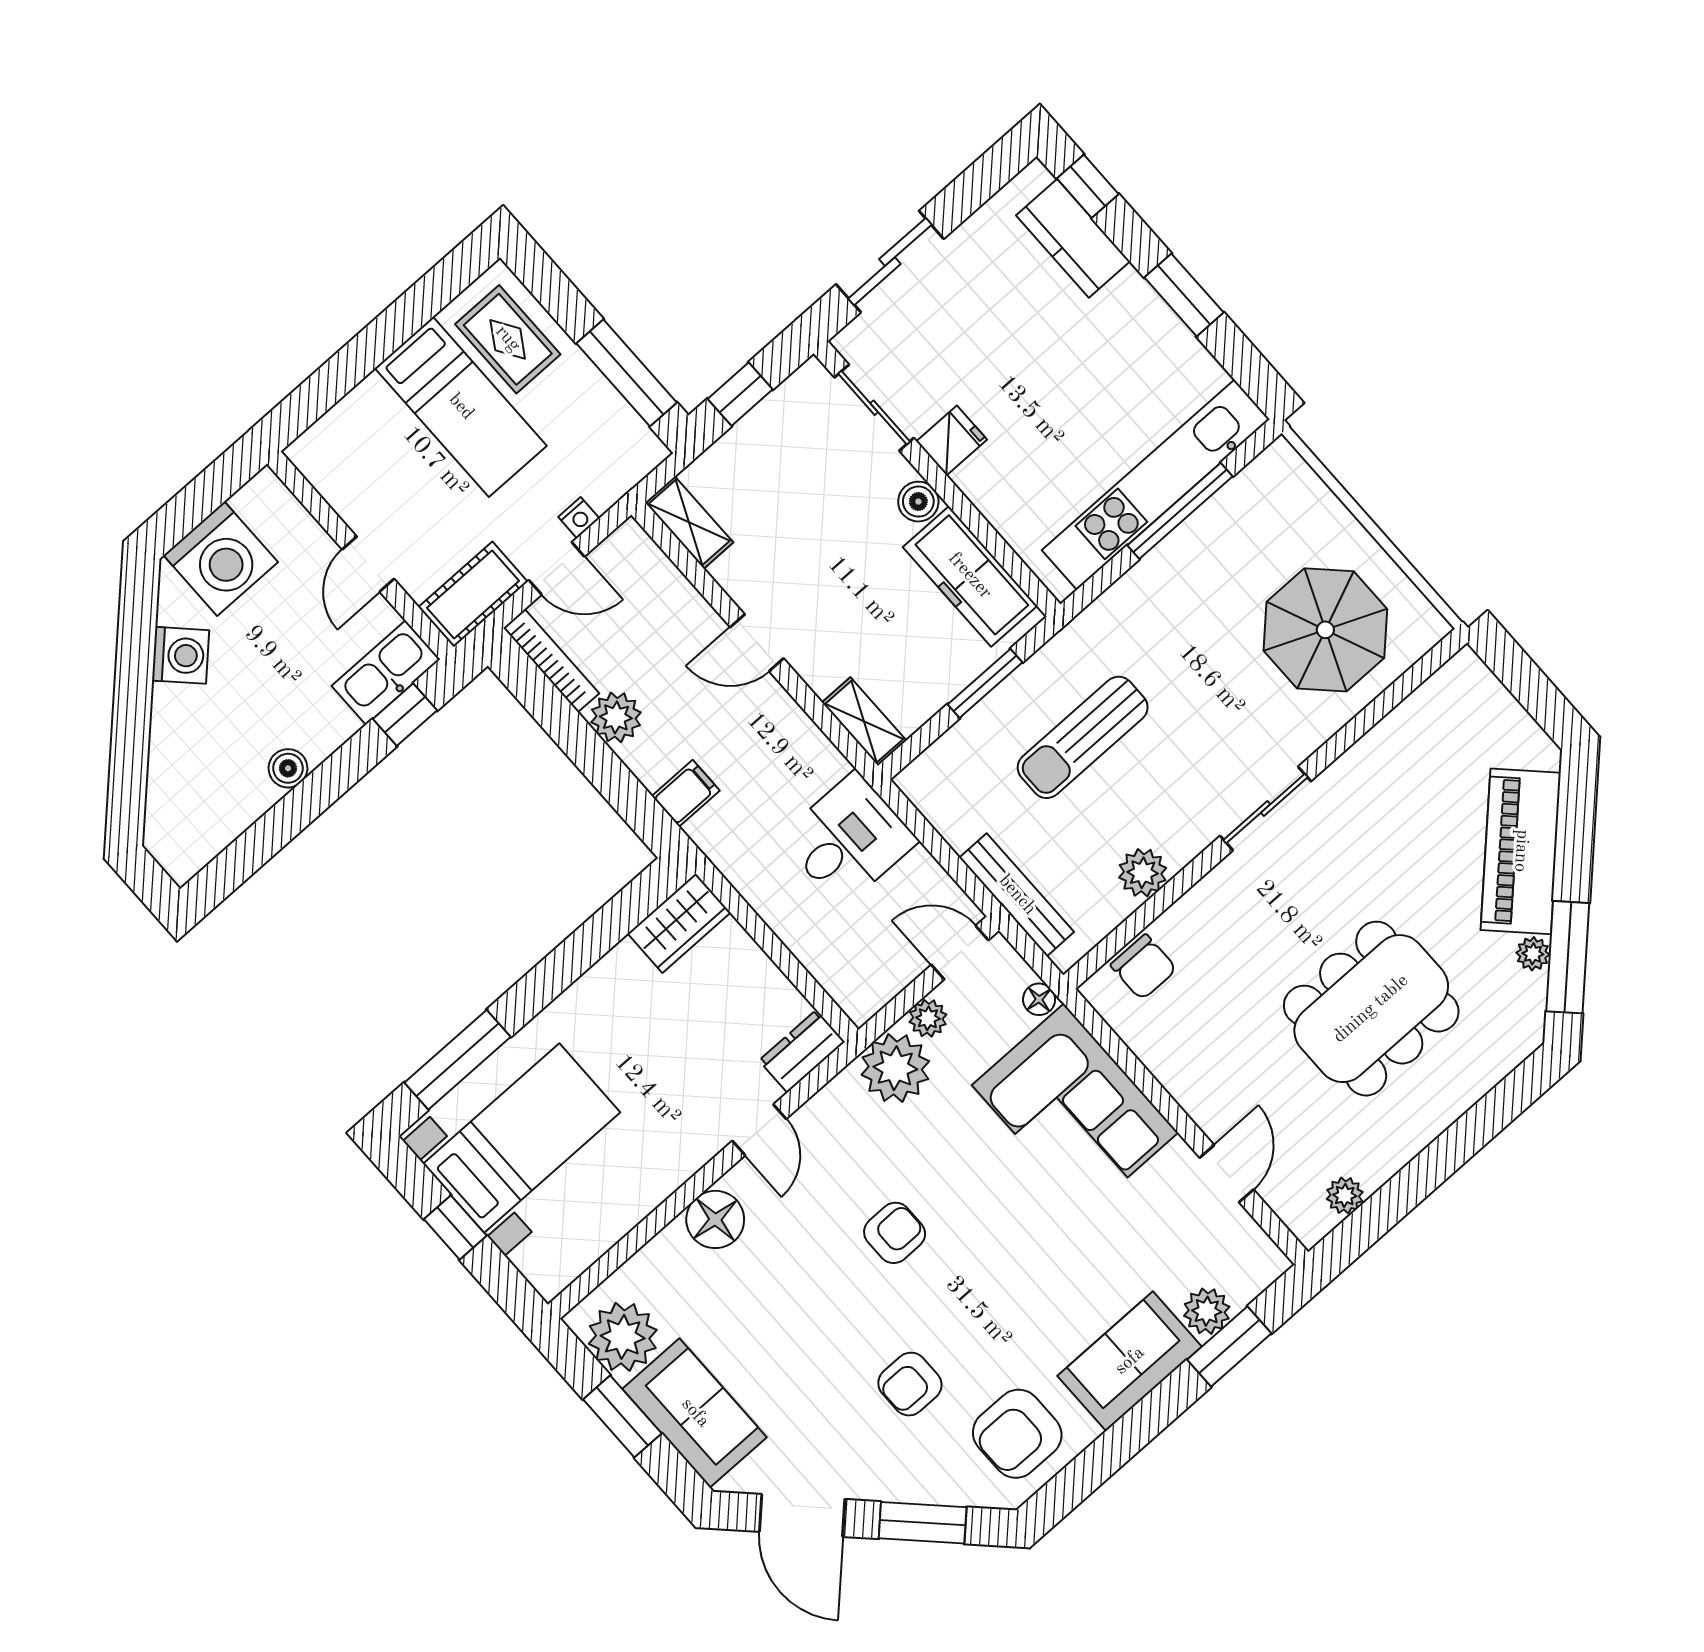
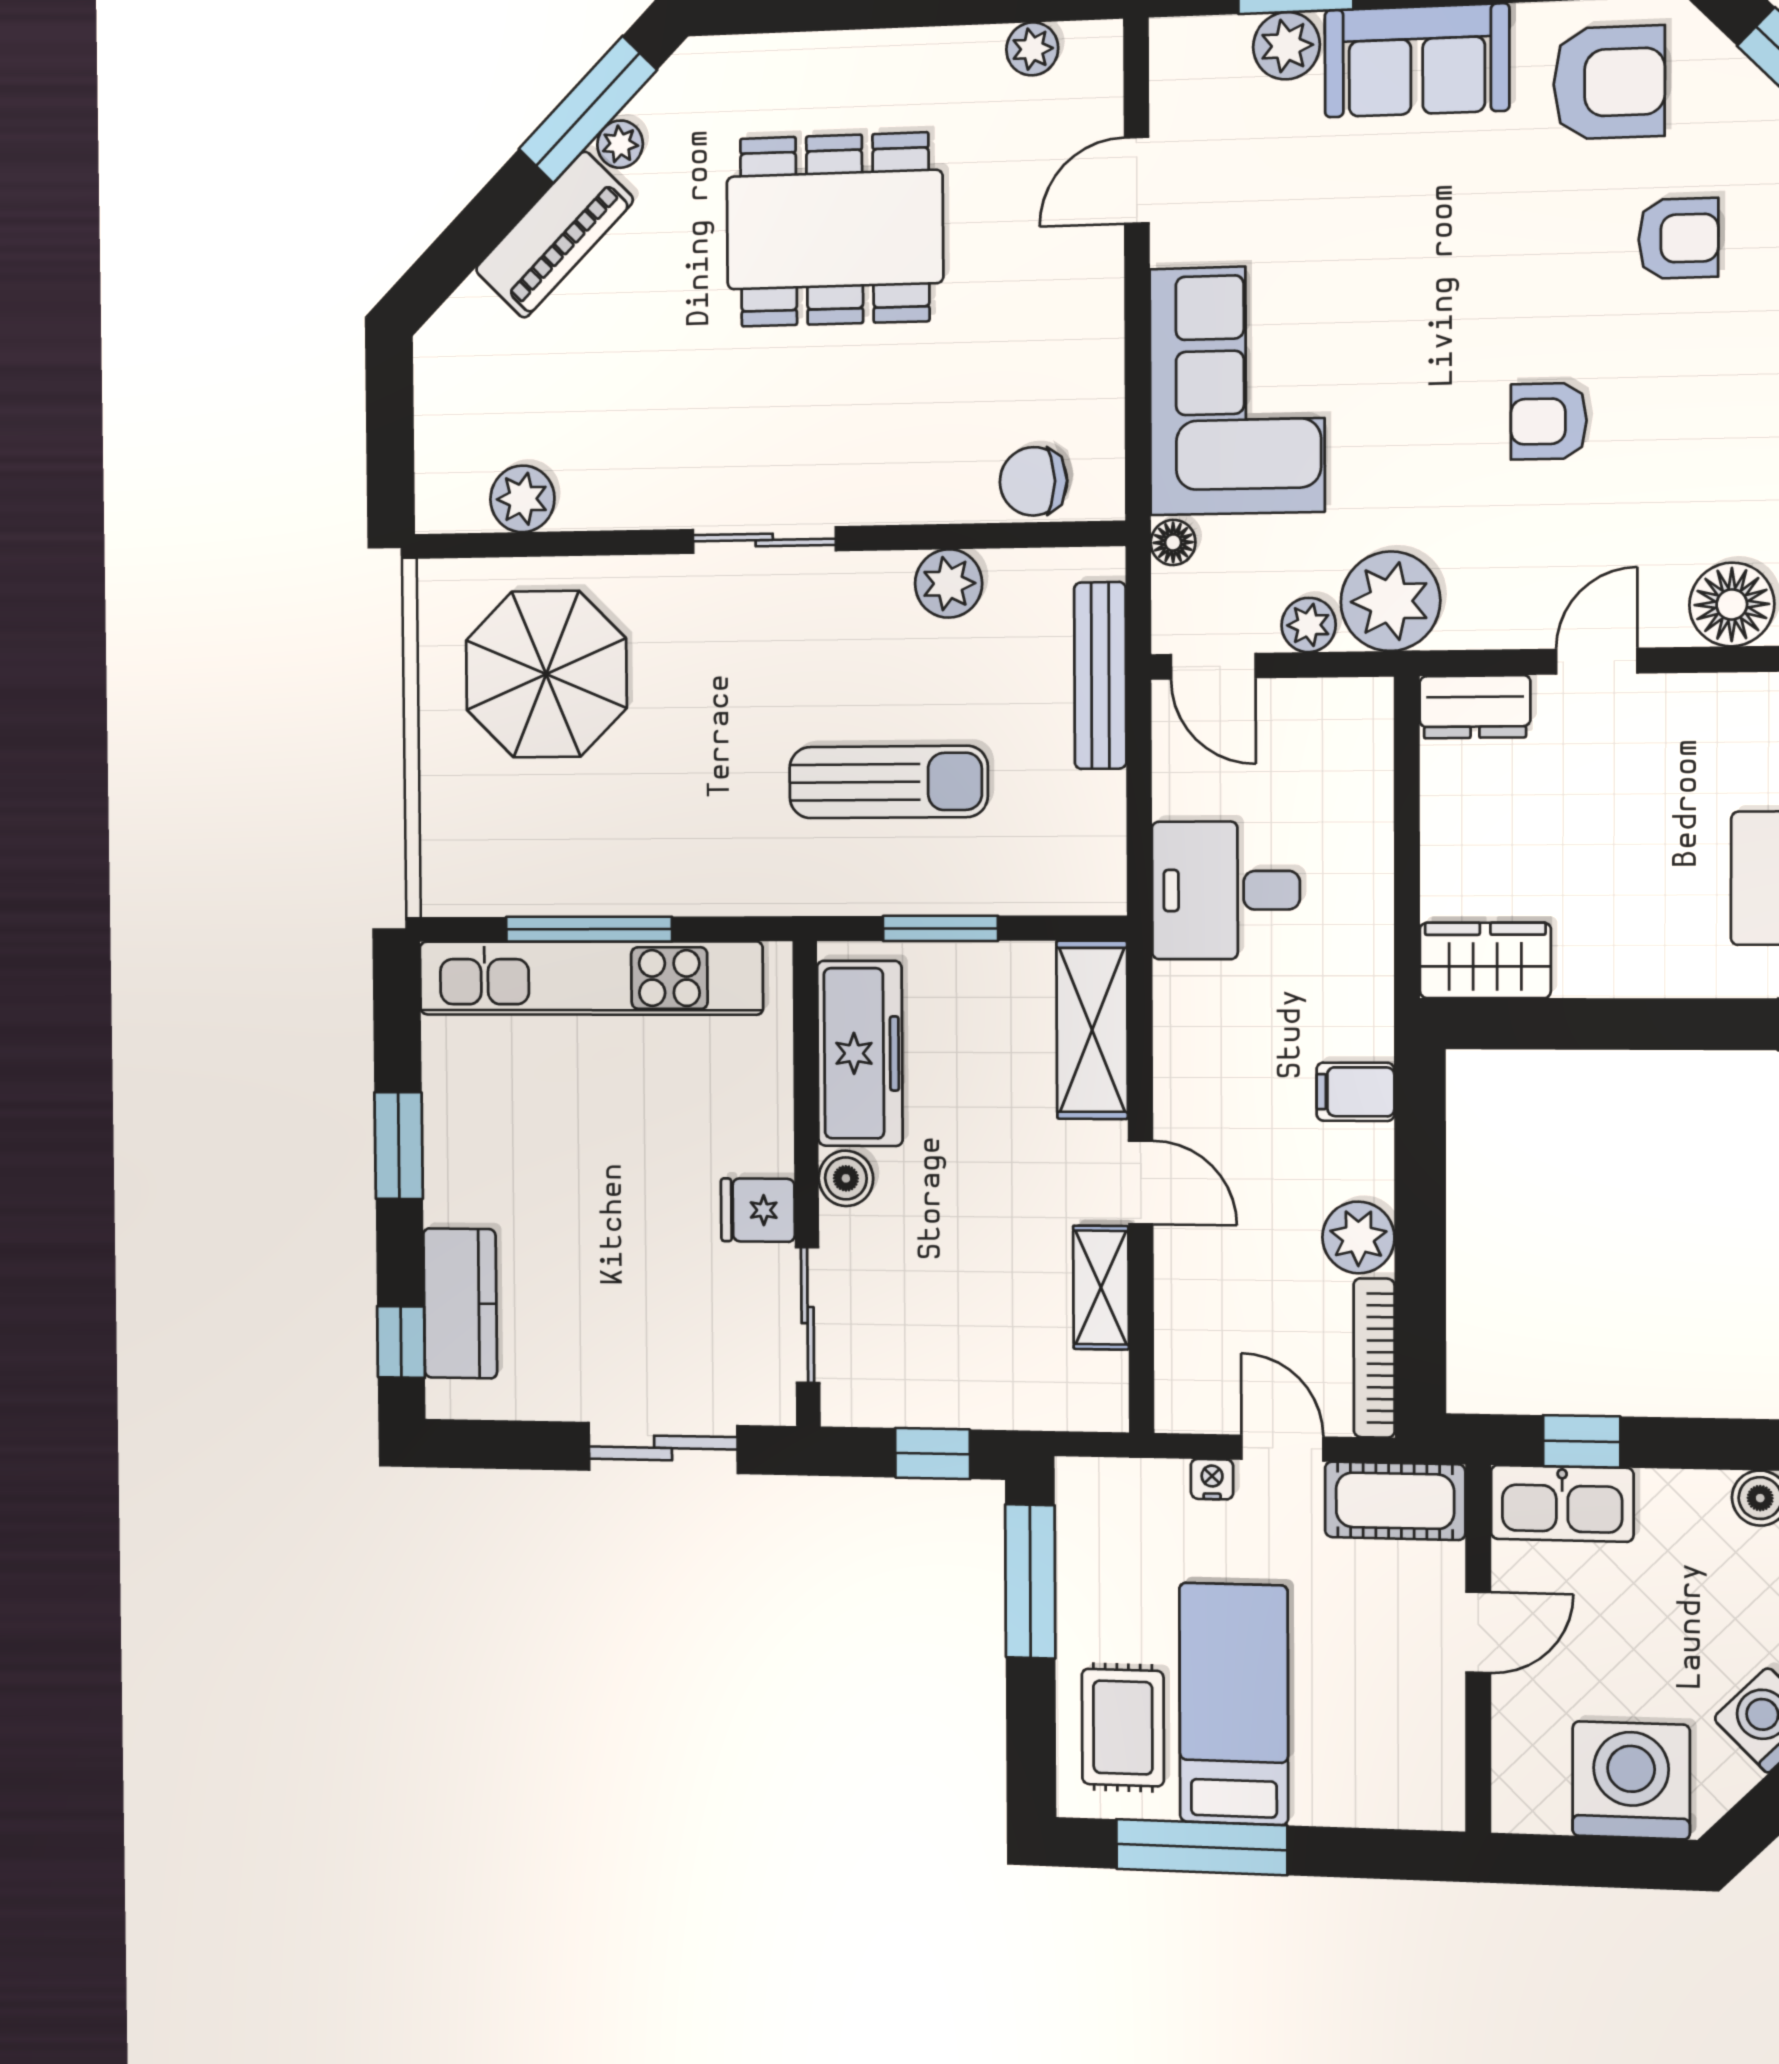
window: (409, 313) -> (1202, 1847), added
shelving: (689, 522) -> (1101, 1288), moved
plant: (1422, 714) -> (522, 499), added
shelving: (864, 722) -> (1092, 1030), width x1.50, depth x1.33
piano: (1521, 851) -> (554, 235), width x0.73, depth x0.75
chair: (1144, 967) -> (1033, 481), turned -90

